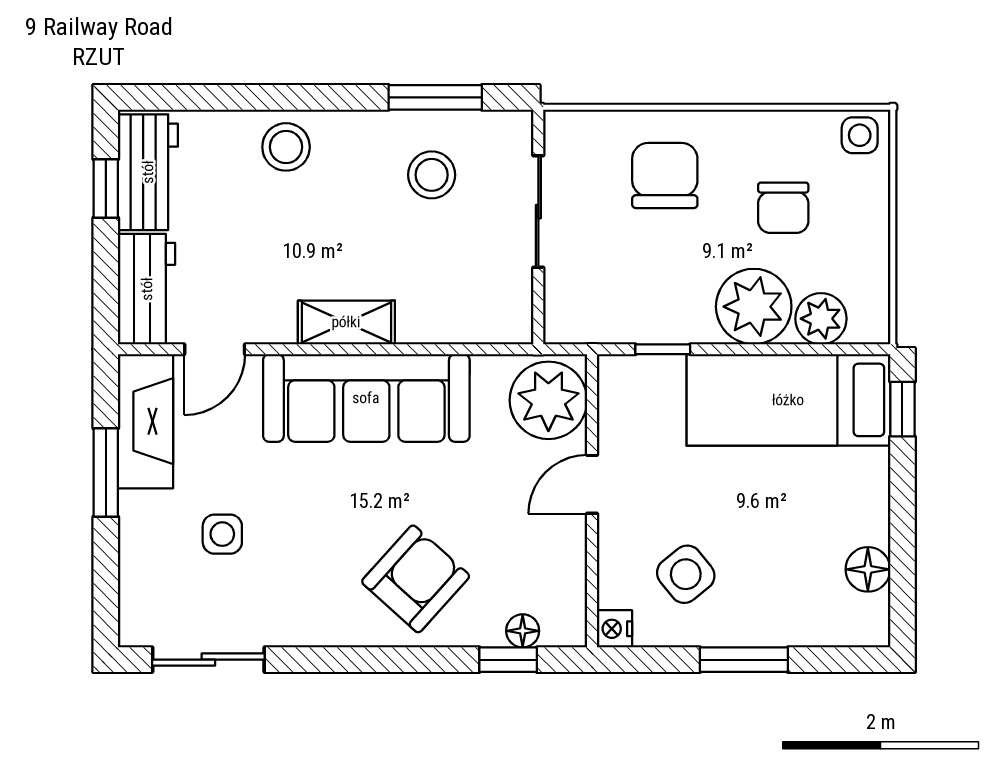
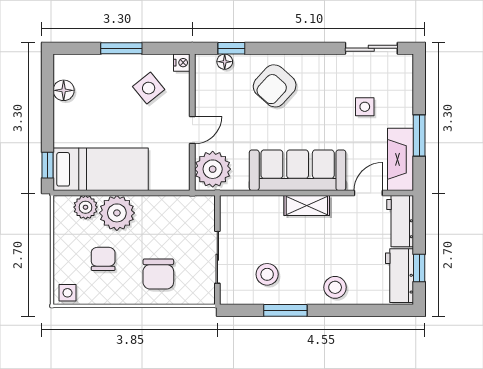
window: (435, 97) -> (285, 310), moved
window: (663, 349) -> (159, 193), removed

